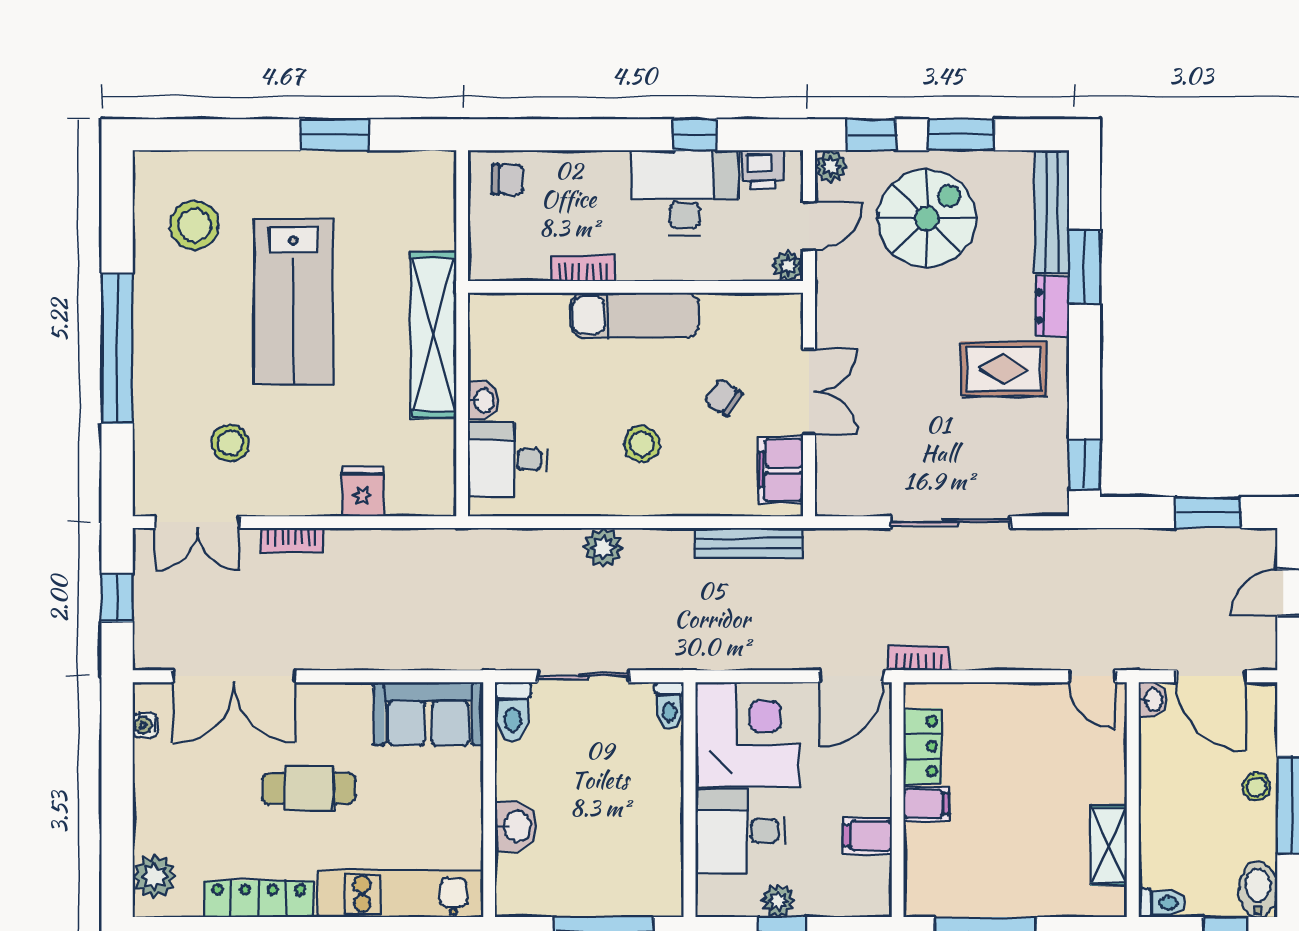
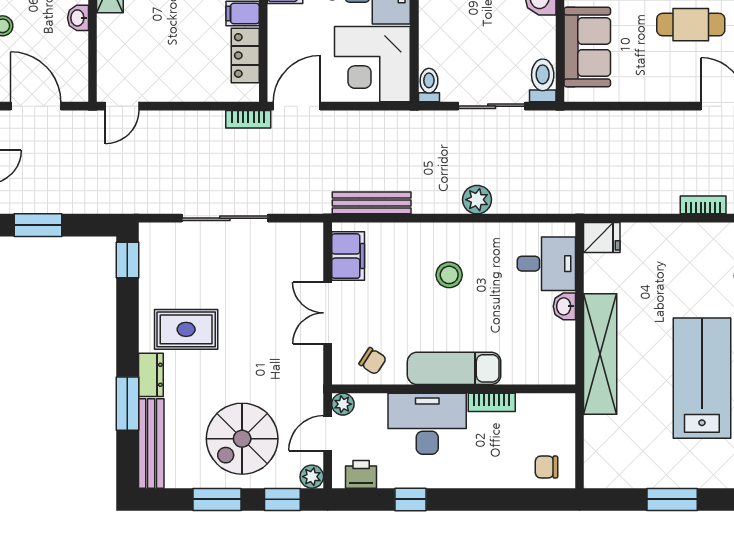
desk: (685, 192) -> (427, 424), moved, turned 180
chair: (724, 398) -> (373, 361), moved
fridge: (363, 491) -> (602, 237), moved, turned -90
door: (1092, 676) -> (122, 106), swing flipped
washbasin: (1153, 700) -> (78, 18), moved
sofa: (428, 714) -> (587, 47), moved, turned 90

